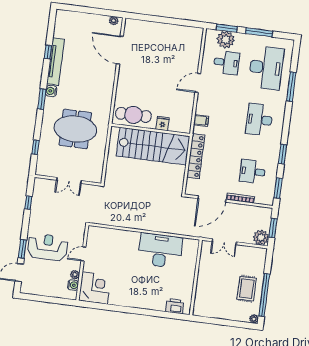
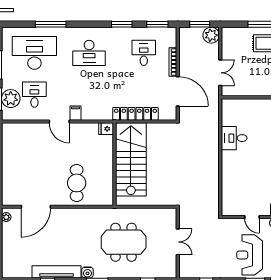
cafe table: (133, 115) -> (77, 183), moved
filing cabinet: (201, 120) -> (75, 113), moved
fridge: (163, 123) -> (106, 129), moved
meeting table: (75, 129) -> (124, 242), turned 90
desk: (253, 171) -> (144, 53), turned 180
desk: (160, 250) -> (234, 138), width x0.53, depth x0.77

